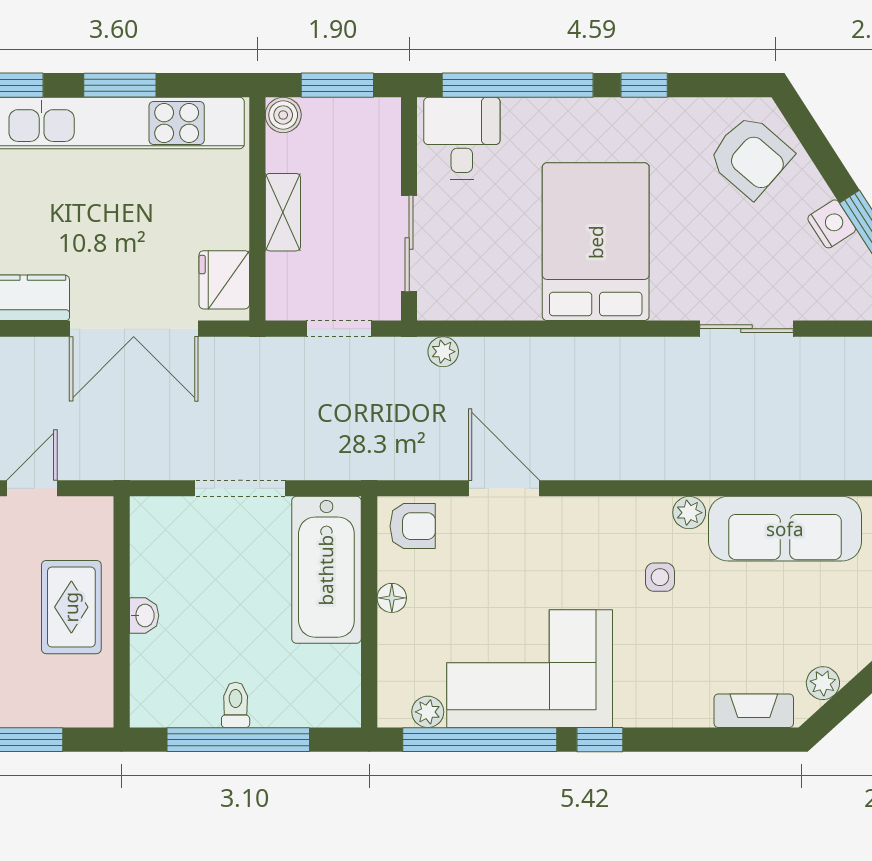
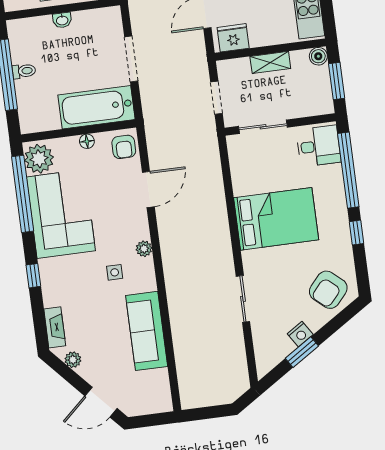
plant: (443, 352) -> (212, 151), removed
plant: (689, 513) -> (144, 249), moved
plant: (428, 712) -> (39, 159), width x1.88, depth x1.88
window: (600, 740) -> (33, 276), moved

